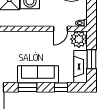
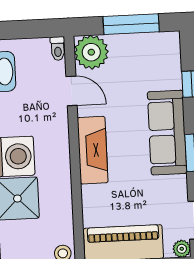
window: (92, 59) -> (131, 24), width x1.44
fireplace: (80, 67) -> (93, 150), moved, turned -90

